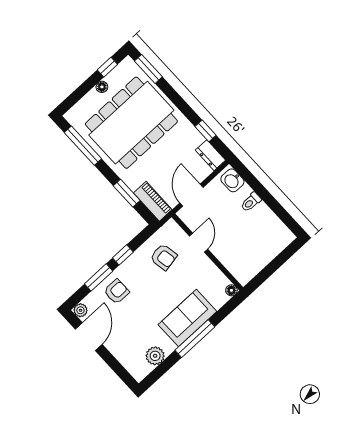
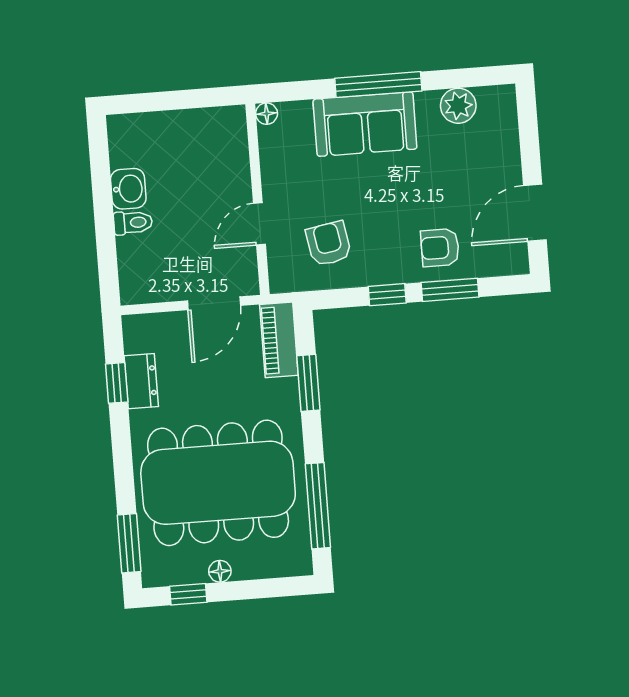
dresser: (210, 155) -> (141, 381), moved
washbasin: (232, 180) -> (128, 189), moved
plant: (80, 310) -> (516, 262), removed

